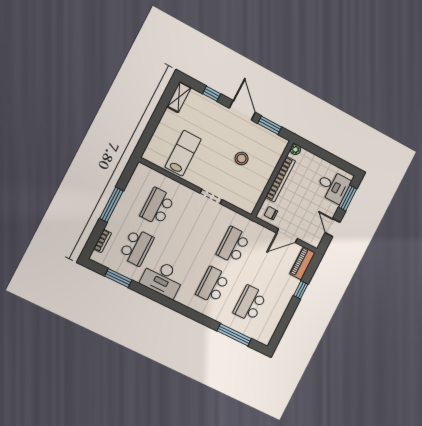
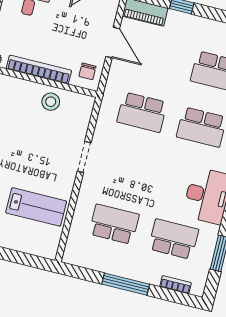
lab bench: (183, 153) -> (36, 207), turned 180
stool: (242, 158) -> (51, 102), moved
school desk: (157, 207) -> (114, 224), turned 180

